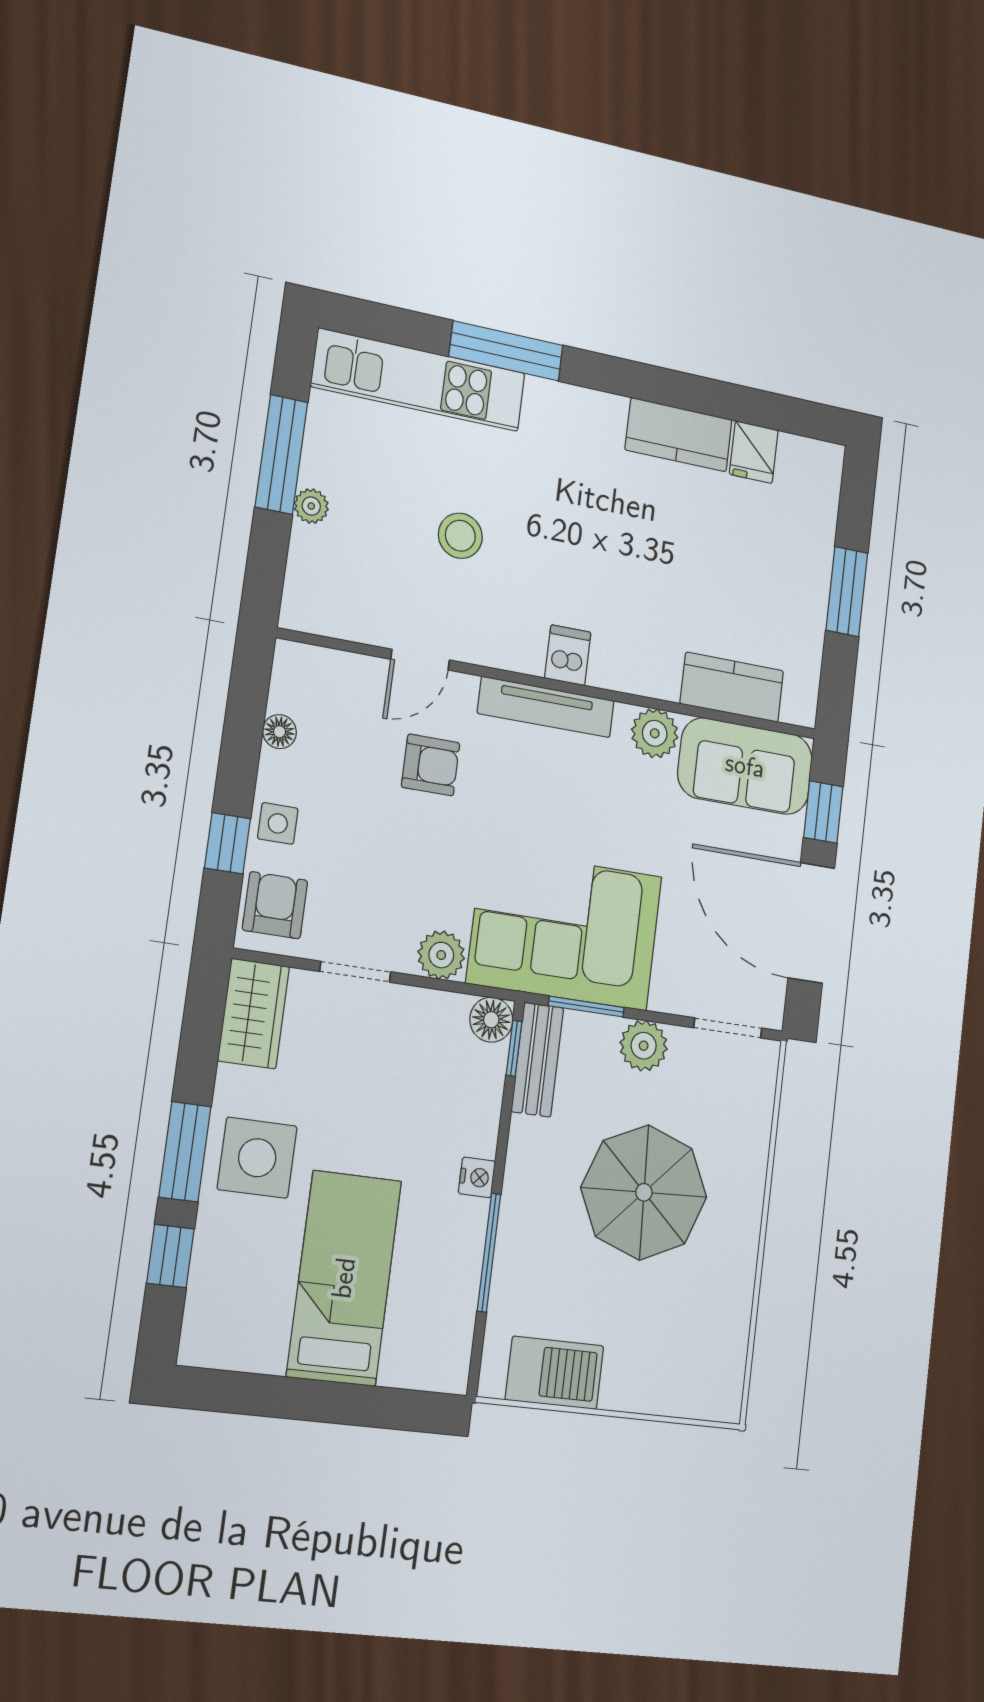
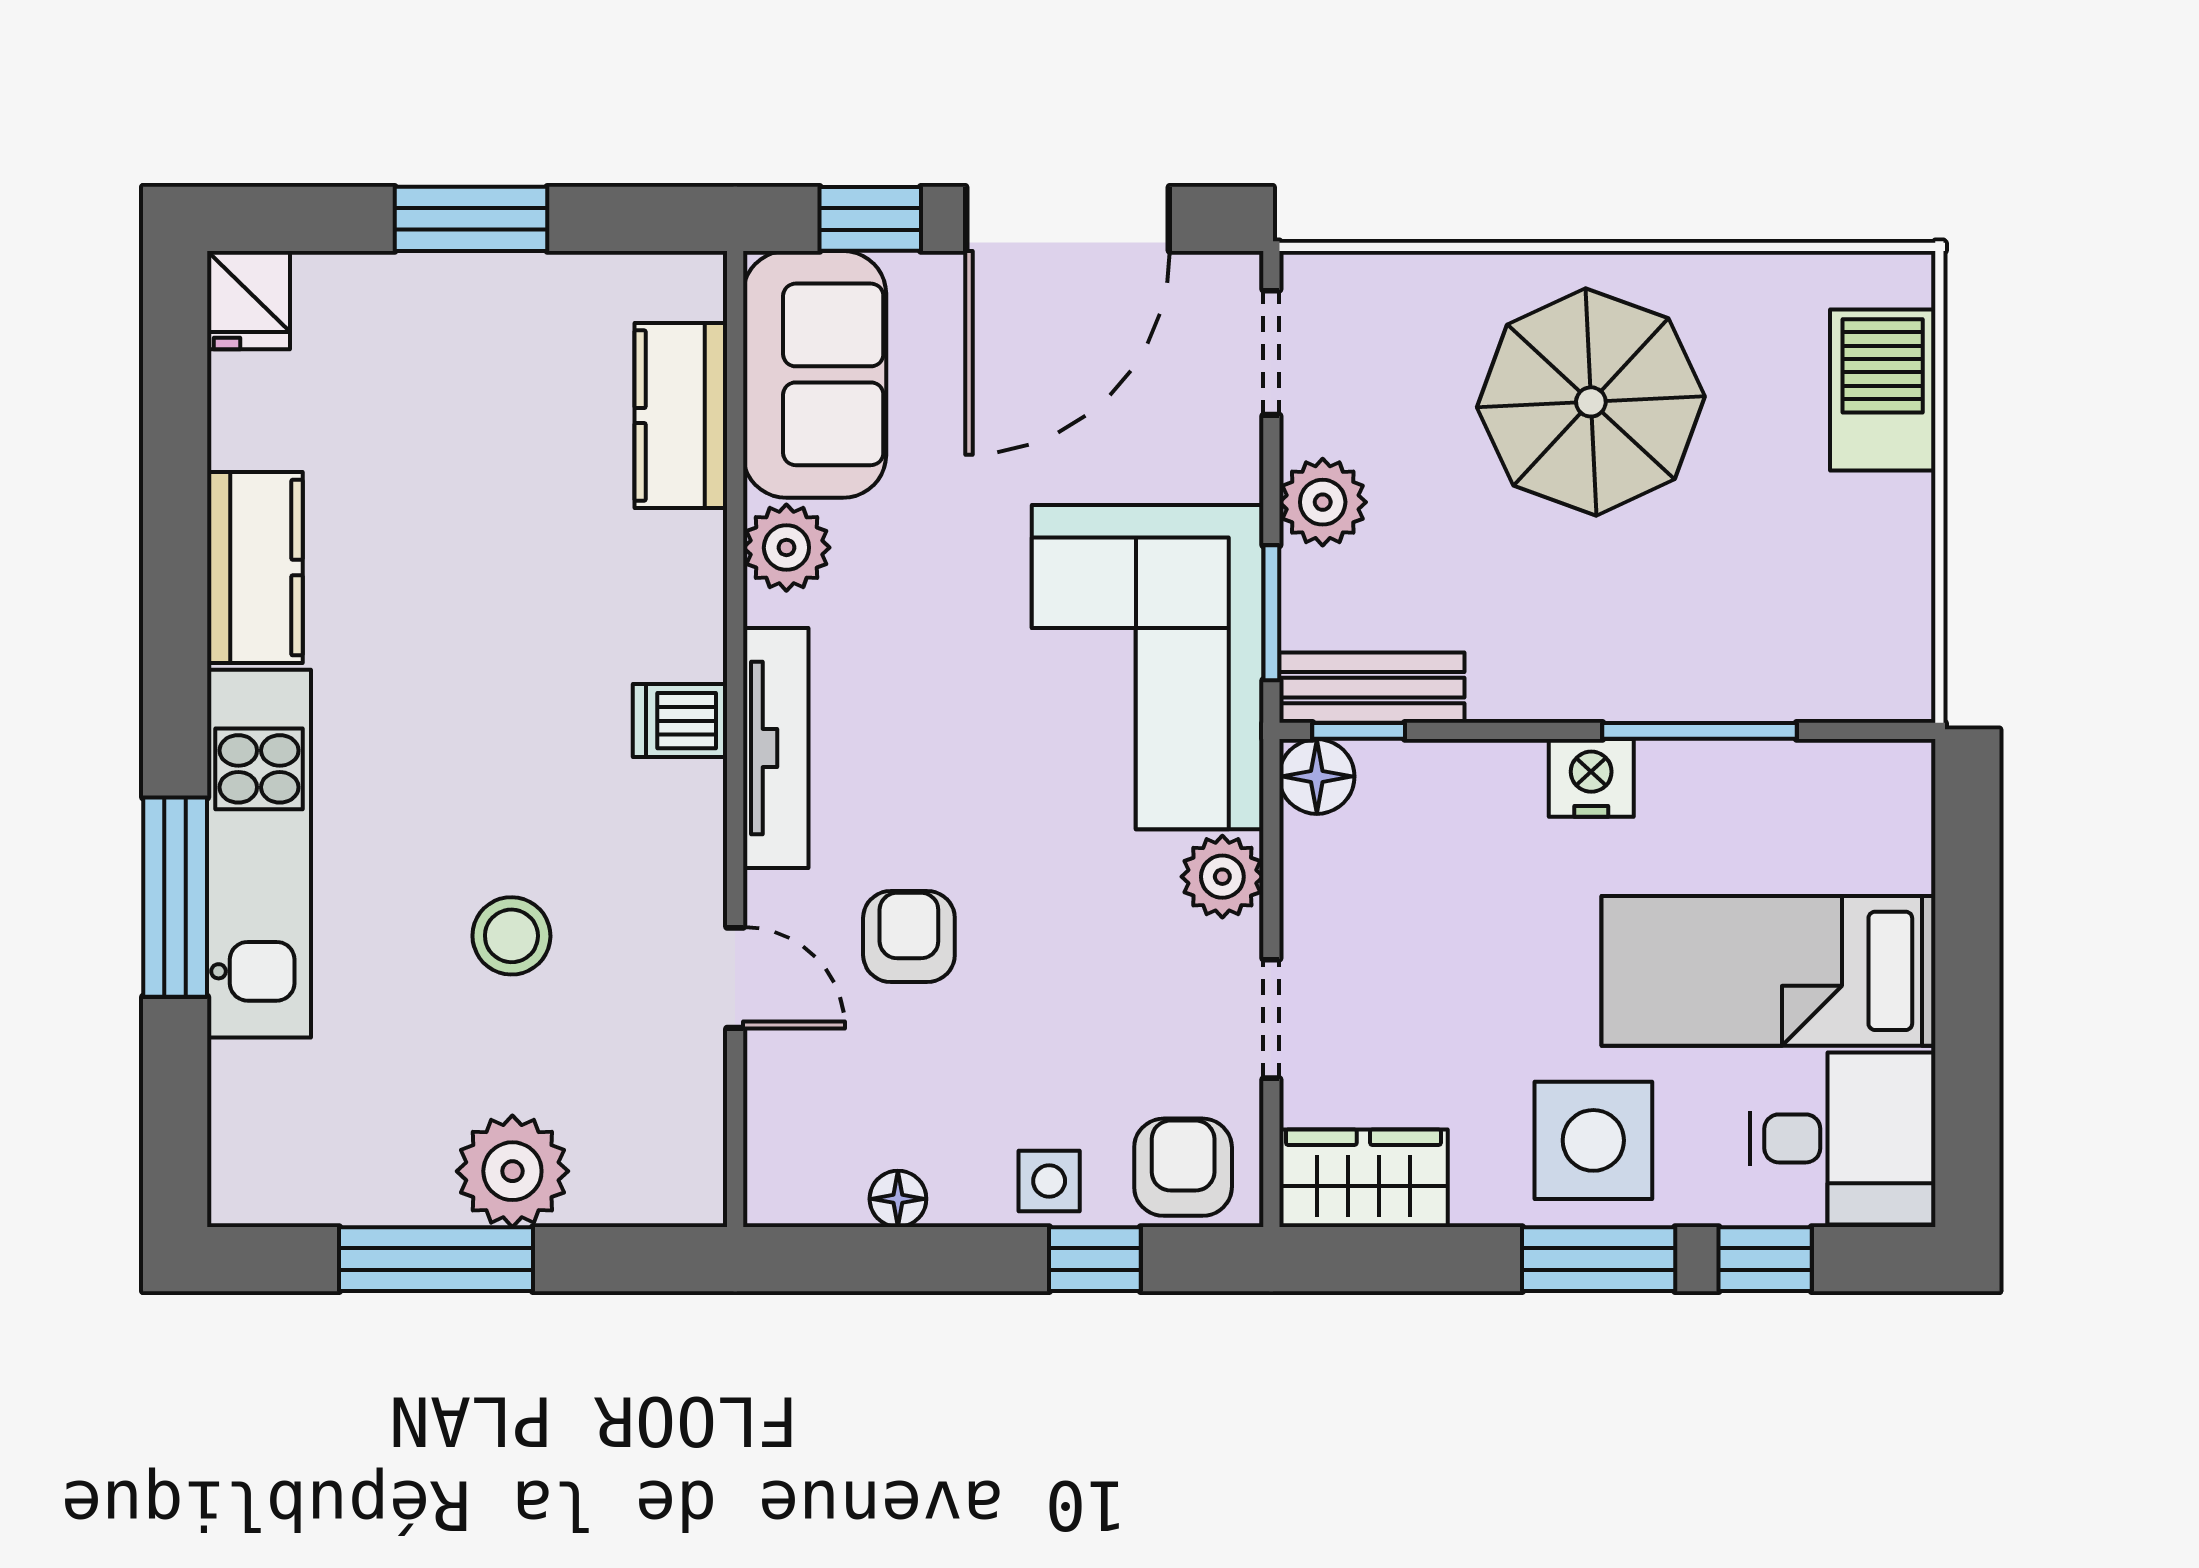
kitchen unit: (419, 380) -> (259, 854), moved
fridge: (754, 452) -> (248, 300), moved, turned 90
plant: (311, 506) -> (512, 1171), width x1.88, depth x1.88
armchair: (275, 905) -> (1183, 1167), turned 90
nightstand: (477, 1177) -> (1591, 778), width x1.39, depth x1.35
parasol: (644, 1192) -> (1591, 402), moved
desk: (237, 1313) -> (1842, 1138), added
barbecue: (555, 1373) -> (1883, 390), moved

